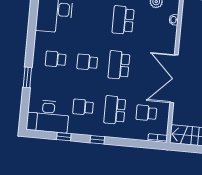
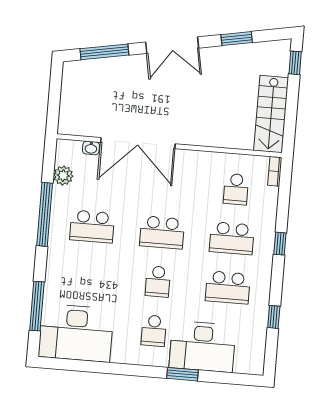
double door: (174, 79) -> (138, 143), moved
school desk: (83, 107) -> (228, 287), width x1.85
desk: (48, 116) -> (202, 347), moved, turned 90
window: (97, 140) -> (280, 244), moved

